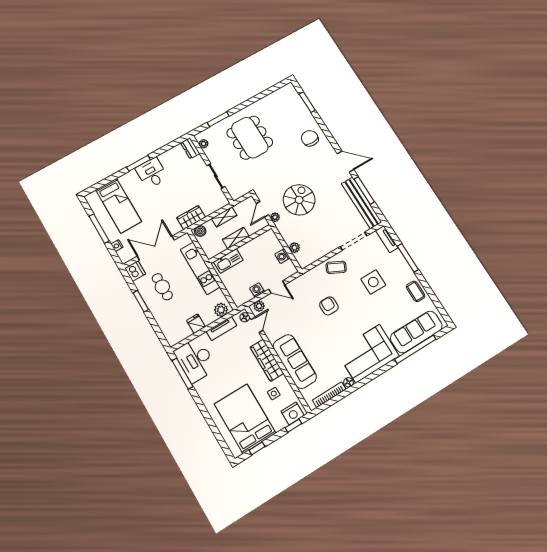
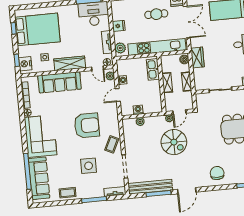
chair: (310, 138) -> (217, 173), turned -90
door: (262, 209) -> (179, 112), swing flipped
kitchen unit: (200, 268) -> (157, 47), width x1.36
armchair: (329, 306) -> (87, 125), width x1.88, depth x1.88

